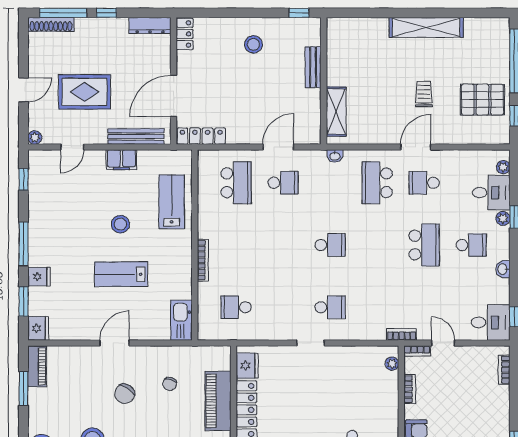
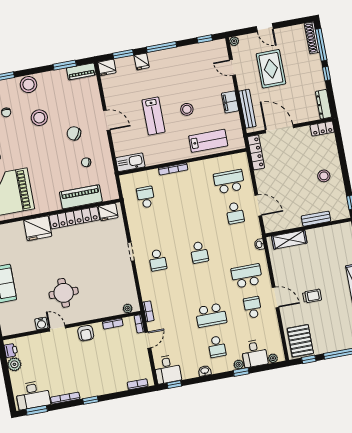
pallet: (482, 100) -> (300, 341), moved
school desk: (236, 183) -> (229, 182), turned 180
lab bench: (121, 274) -> (153, 116), turned 180

